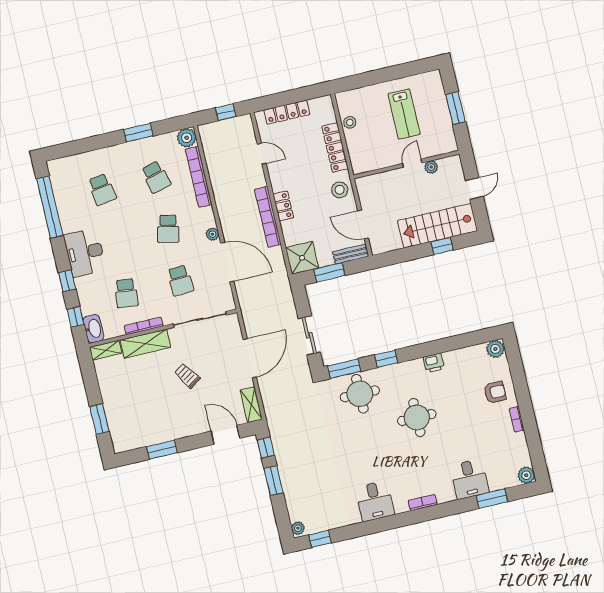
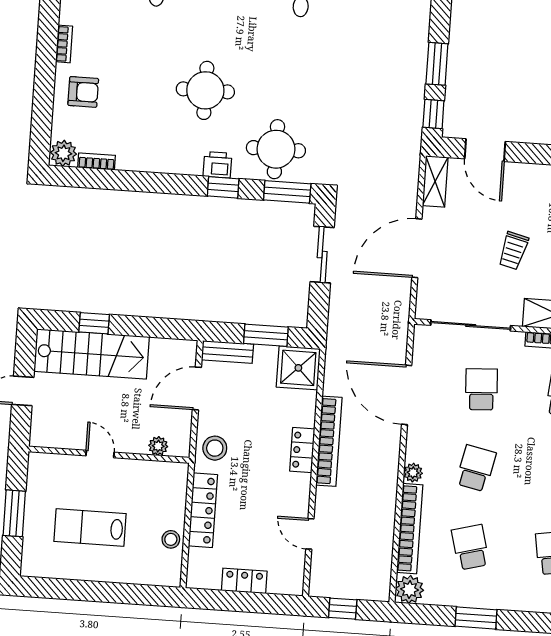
locker: (287, 112) -> (244, 581), width x0.66
lab bench: (404, 114) -> (90, 528), turned -90
door: (412, 163) -> (100, 454), swing flipped
plant: (431, 167) -> (158, 446), moved
door: (363, 225) -> (197, 388), swing flipped
plant: (212, 234) -> (413, 473), moved
bookcase: (473, 350) -> (97, 161), added
printer: (434, 363) -> (217, 165), moved
trolley: (187, 376) -> (513, 251), turned 48
armchair: (495, 392) -> (83, 92), turned 180

